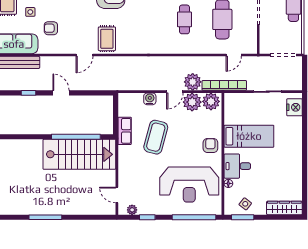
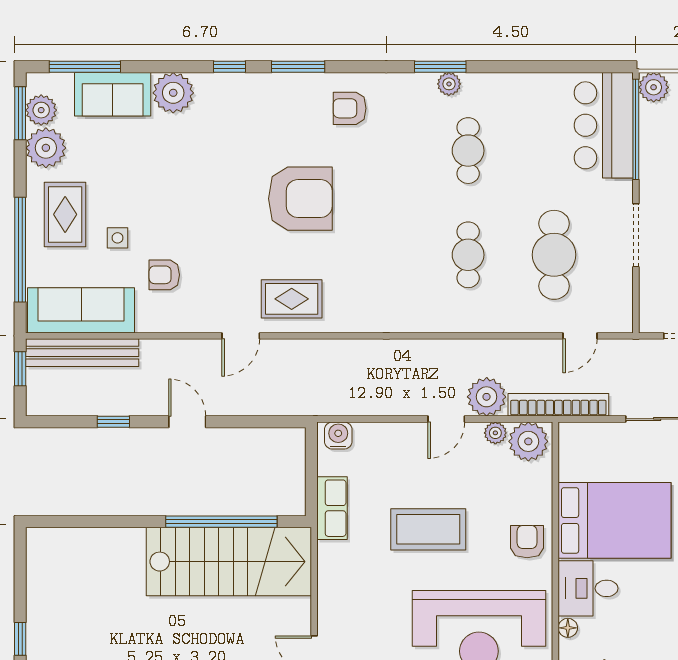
rug: (107, 39) -> (292, 299), turned 90
water cooler: (150, 99) -> (338, 435), moved
plant: (192, 102) -> (495, 433), width x0.53, depth x0.53
bed: (249, 136) -> (615, 520), width x1.50
coffee table: (156, 137) -> (428, 529), moved, turned 75

